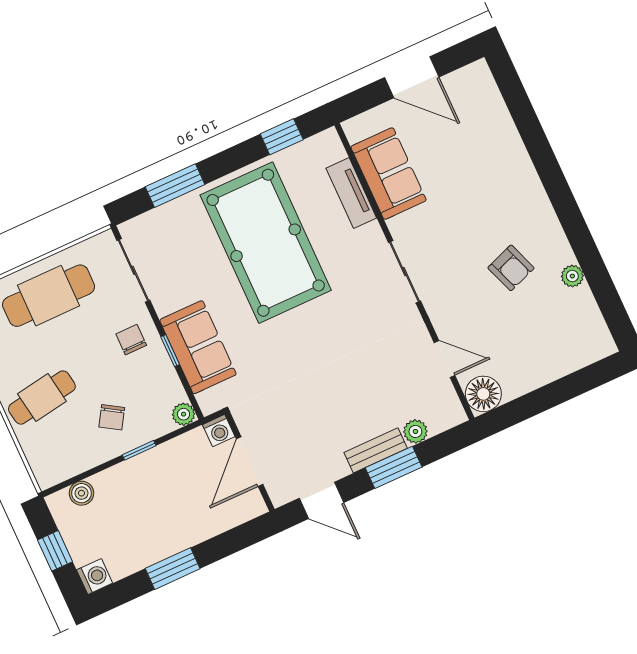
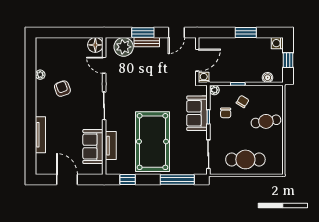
tv unit: (513, 147) -> (40, 135), added
window: (175, 186) -> (177, 180), width x1.44
chair: (131, 340) -> (226, 113), moved
plant: (415, 431) -> (124, 47), width x1.88, depth x1.88
door: (321, 500) -> (176, 32), swing flipped

